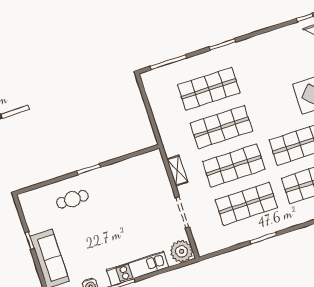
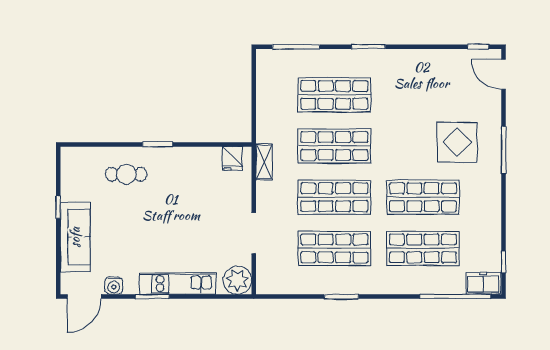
fridge: (148, 161) -> (232, 159), added
shelving: (177, 171) -> (264, 162), moved

